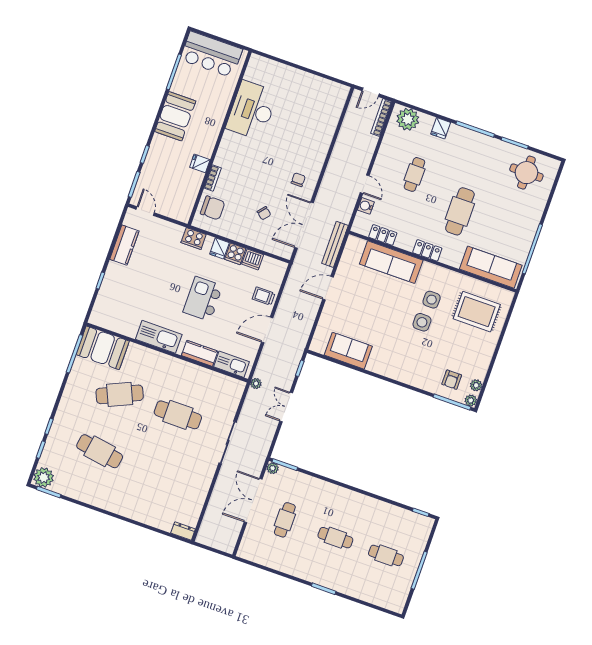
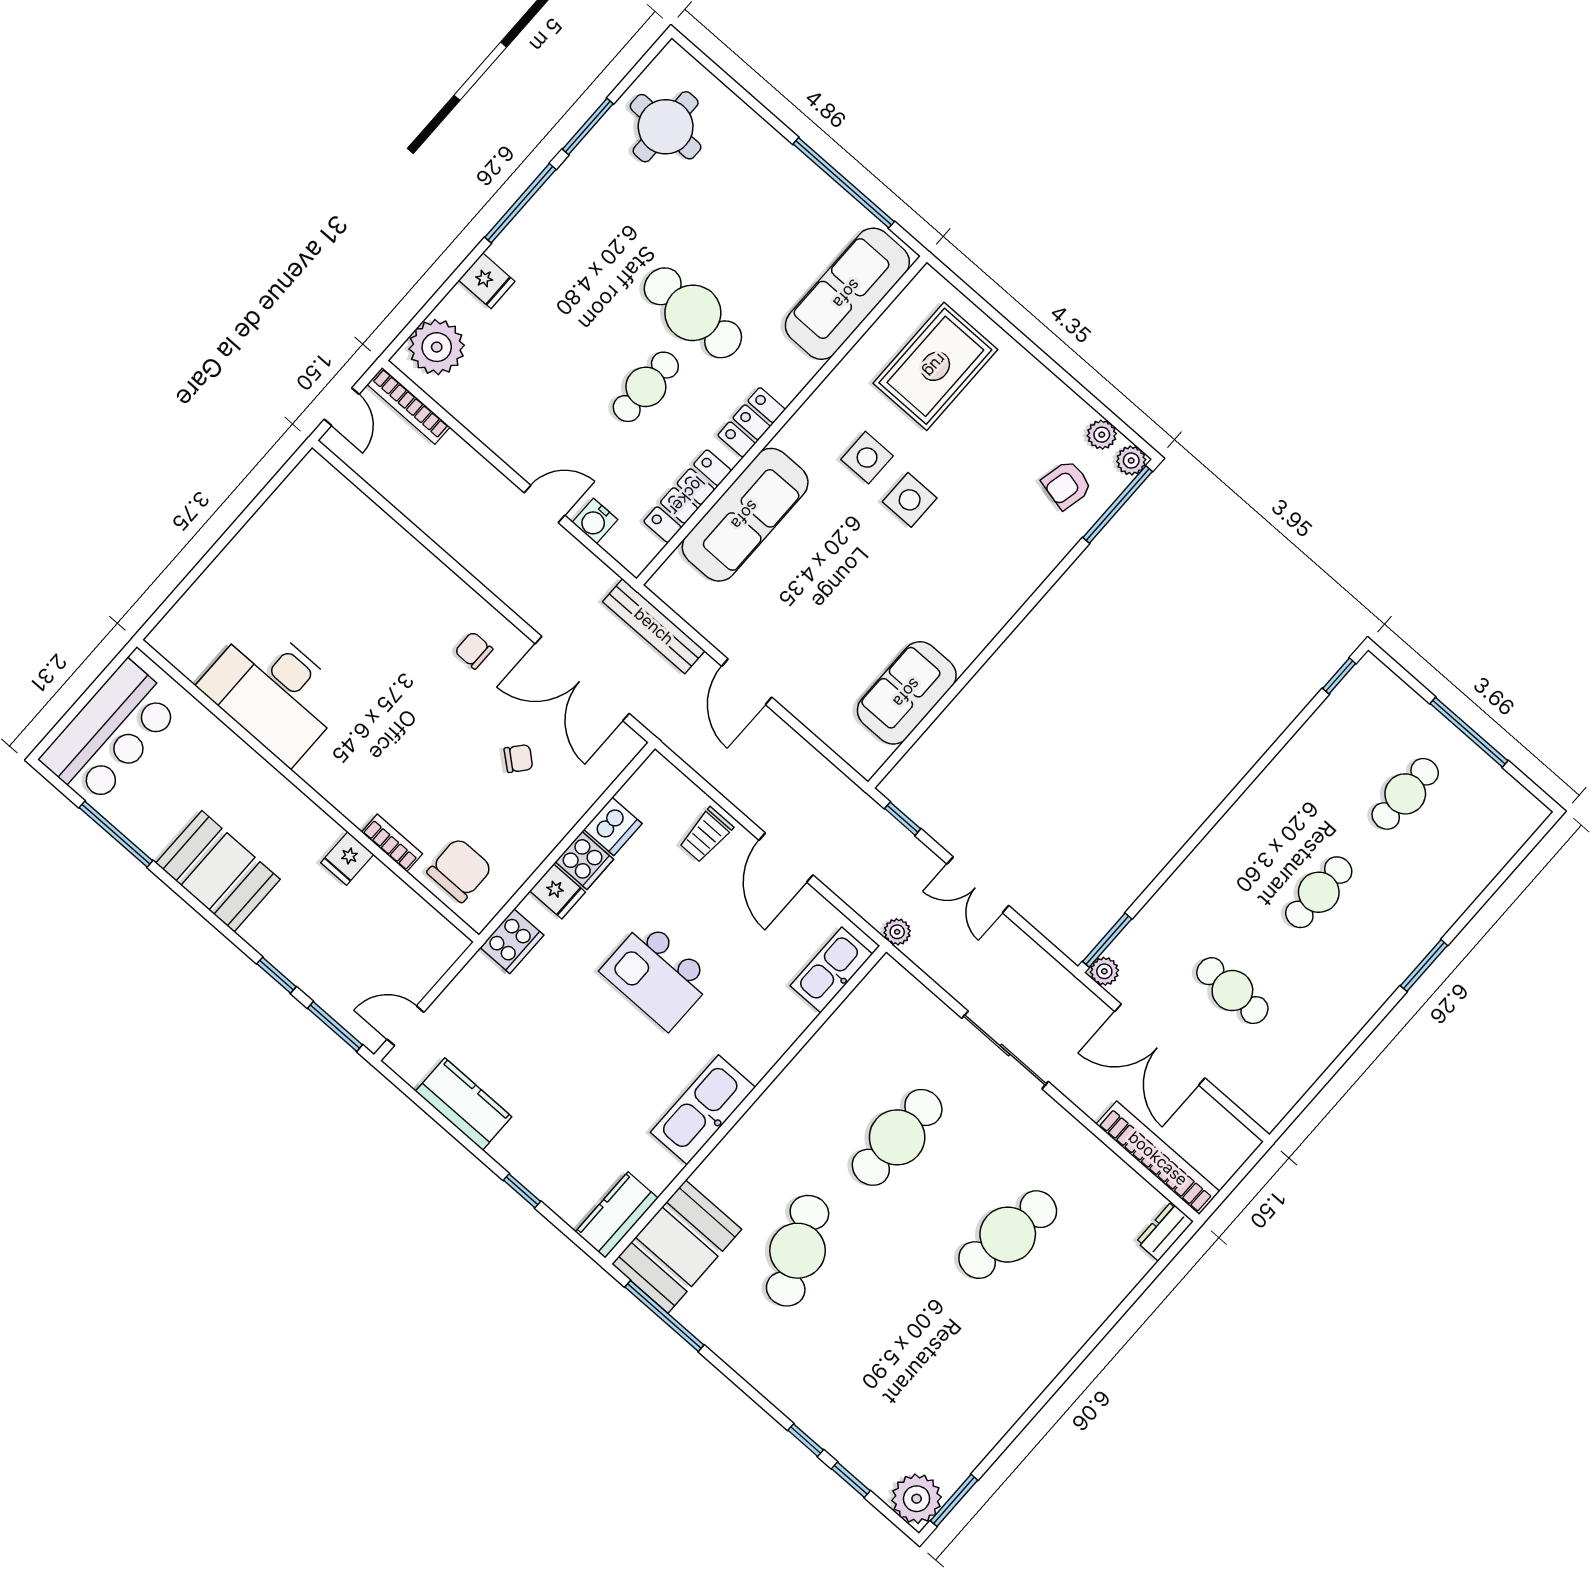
cafe table: (414, 174) -> (646, 387), moved, turned 90
locker: (383, 235) -> (687, 496), width x1.53
kitchen counter: (200, 353) -> (617, 1215), moved
armchair: (452, 380) -> (1067, 485), turned 103
cafe table: (100, 451) -> (1008, 1235), moved
bookcase: (210, 517) -> (1158, 1158), added

